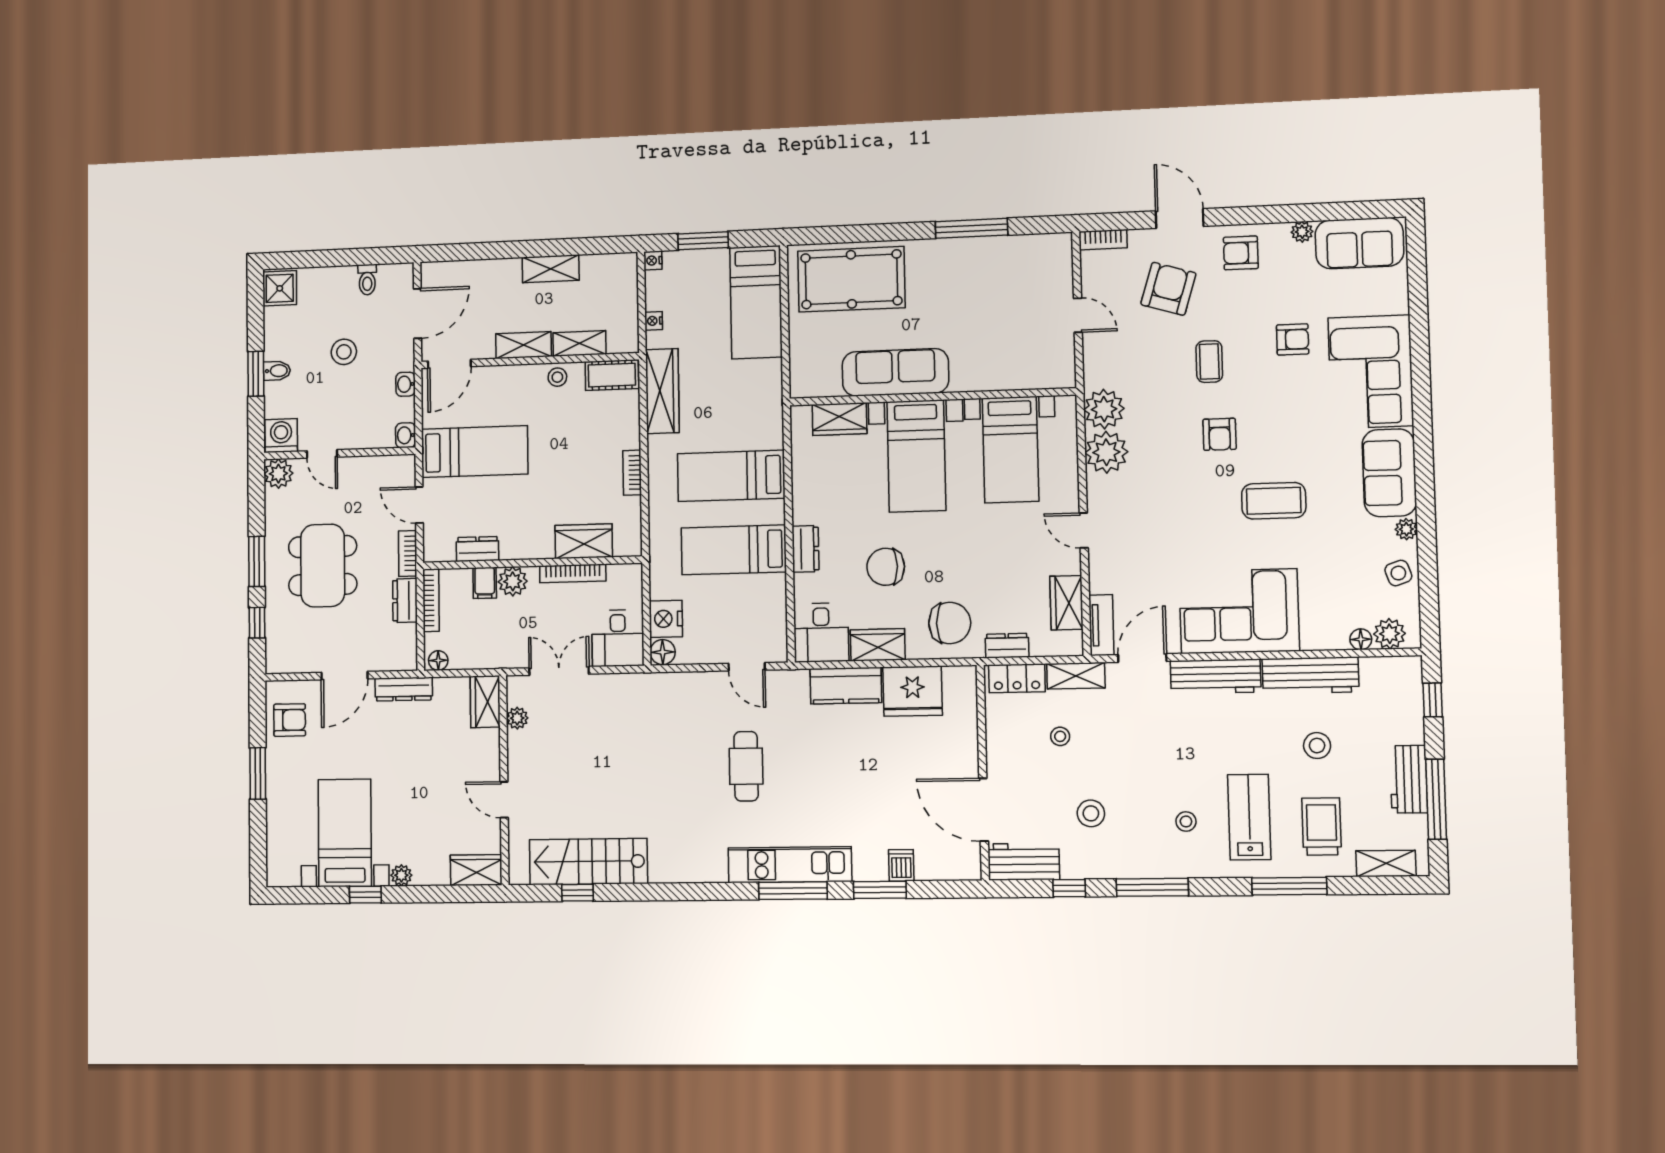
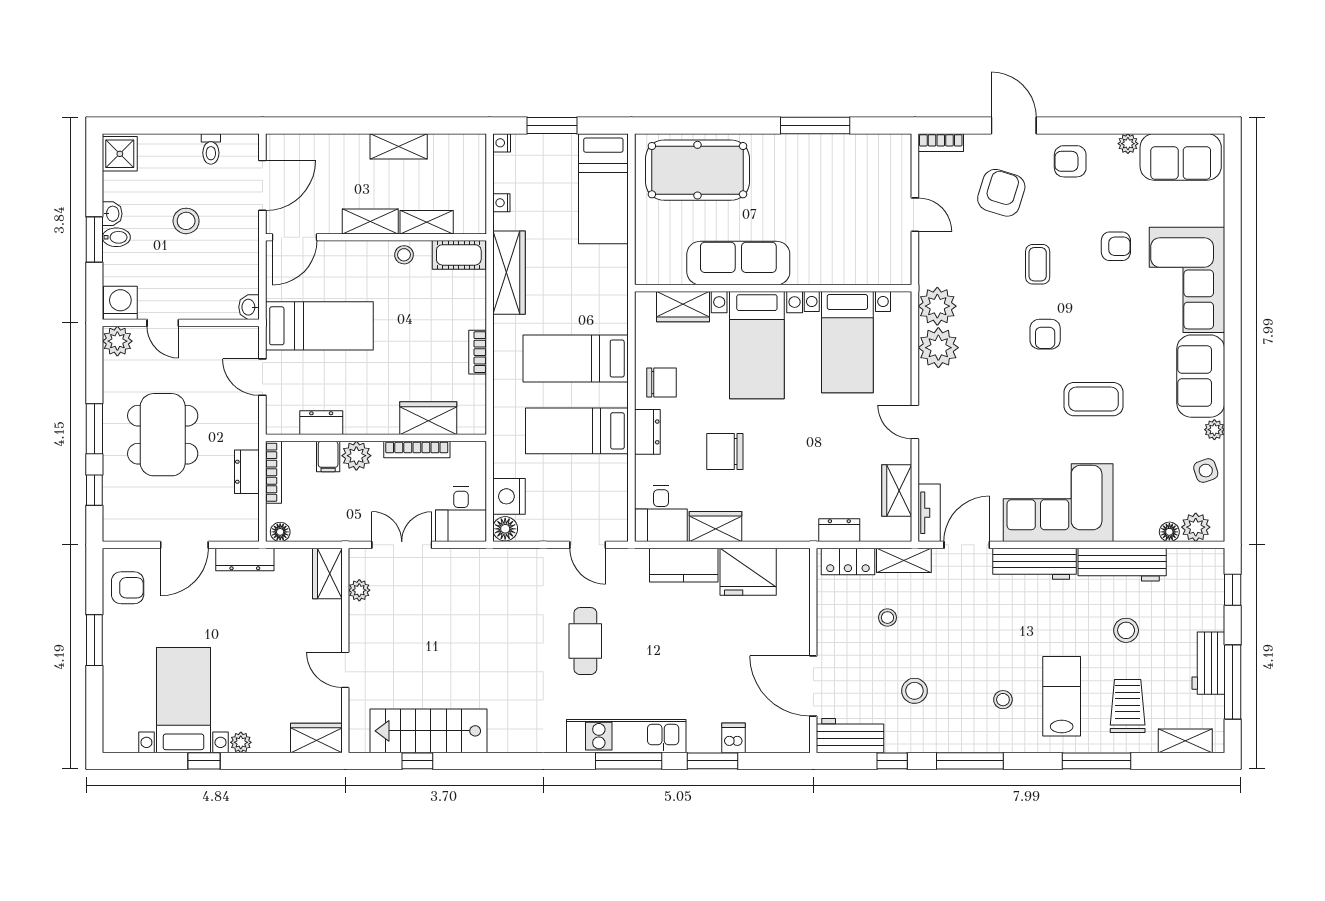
washbasin: (406, 384) -> (112, 214), moved, turned 180
bookcase: (408, 553) -> (250, 425), removed
chair: (950, 623) -> (661, 383), moved, width x0.73, depth x0.73

